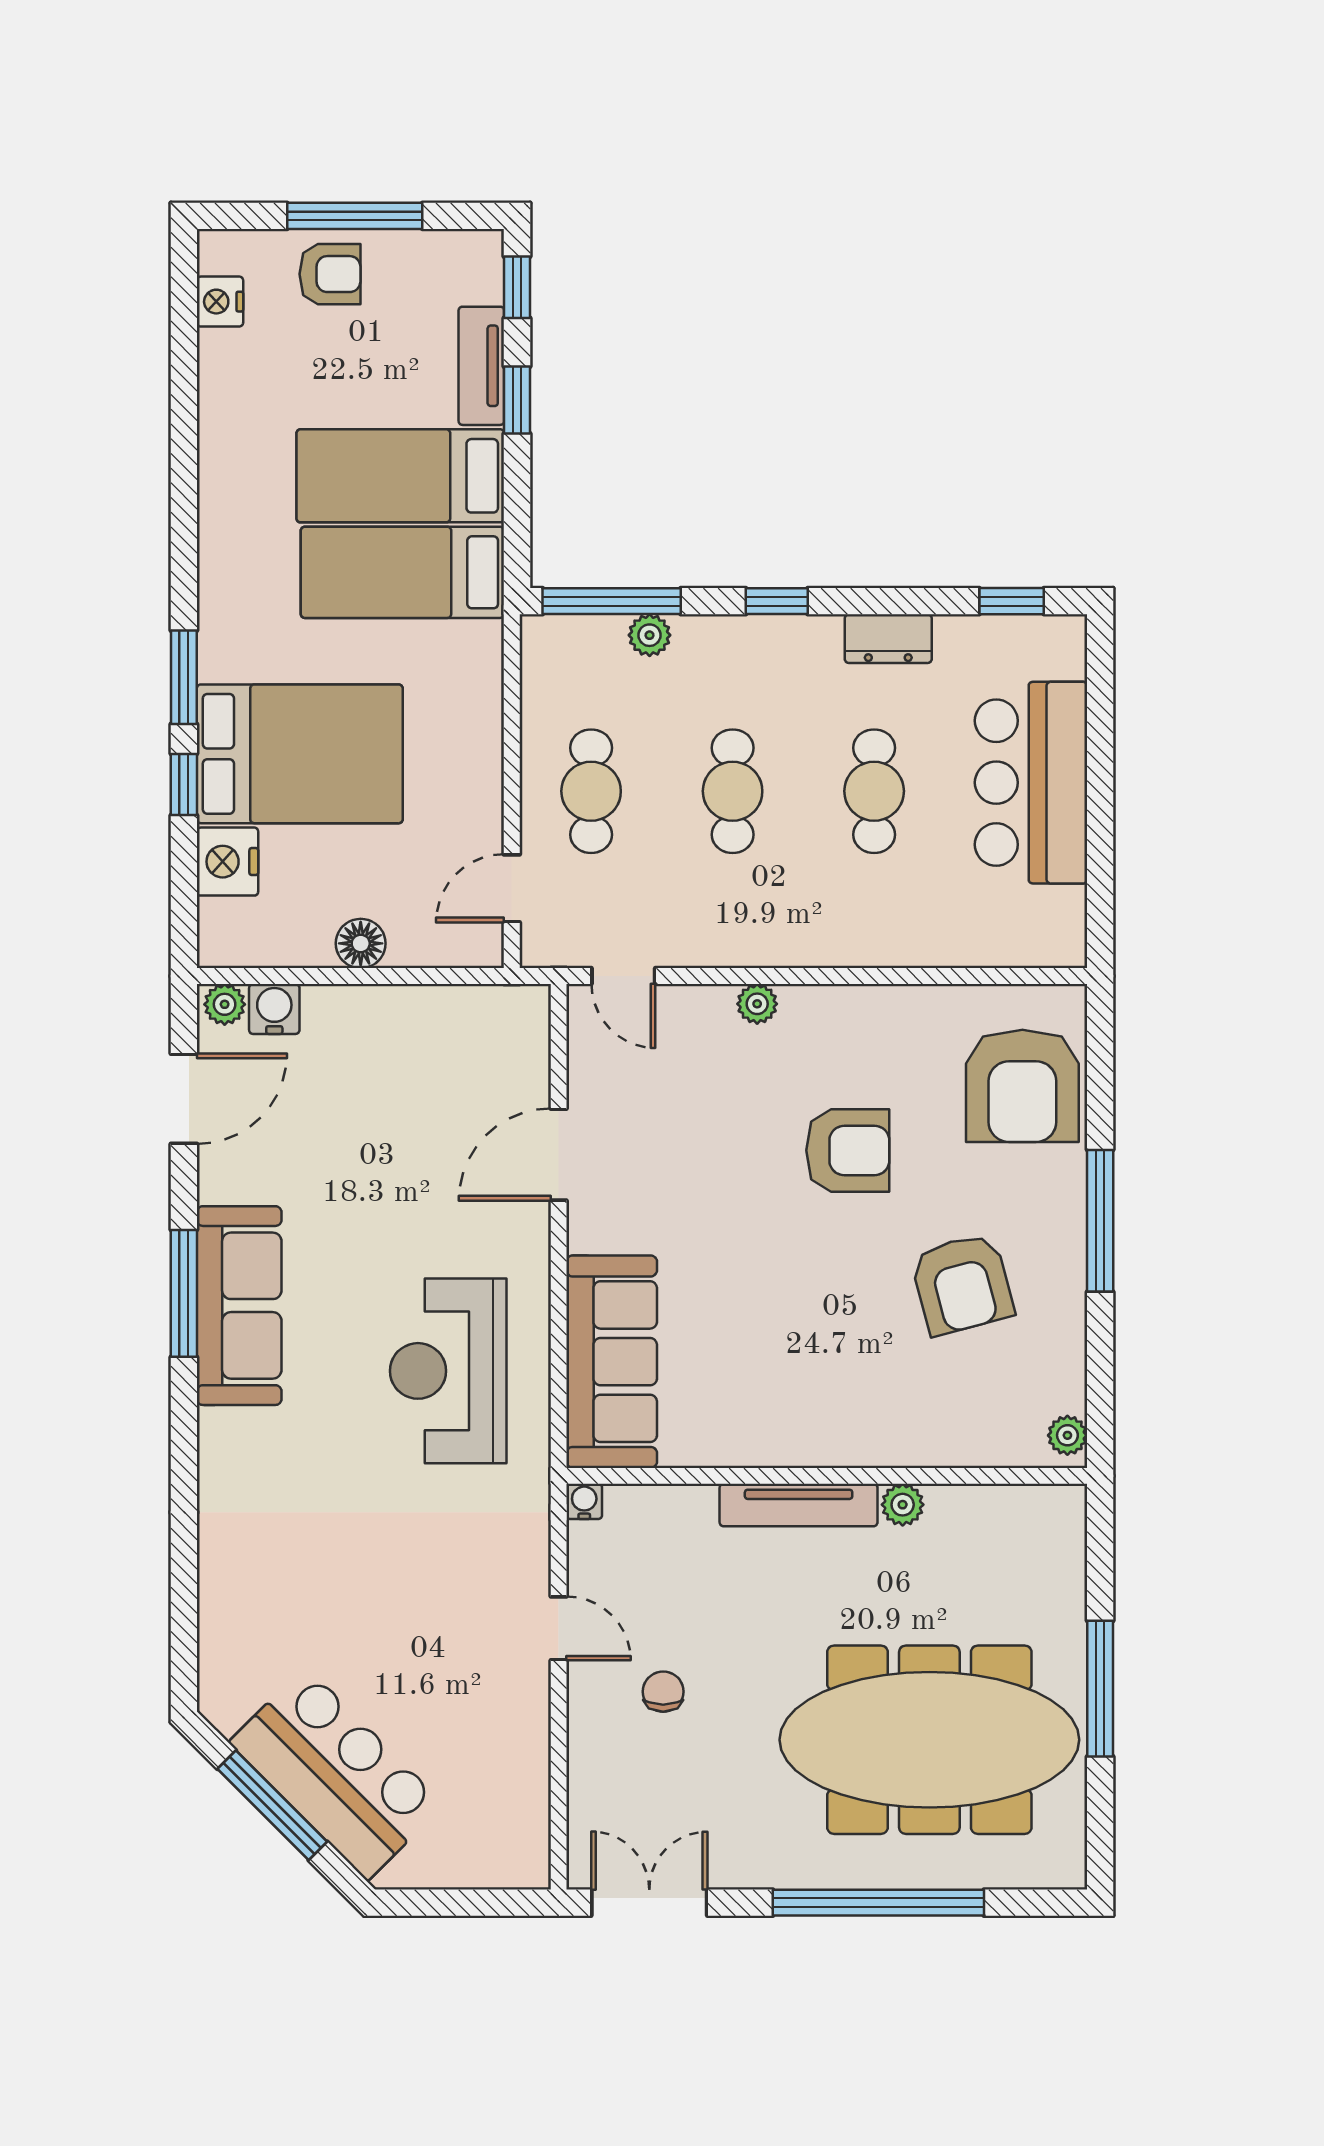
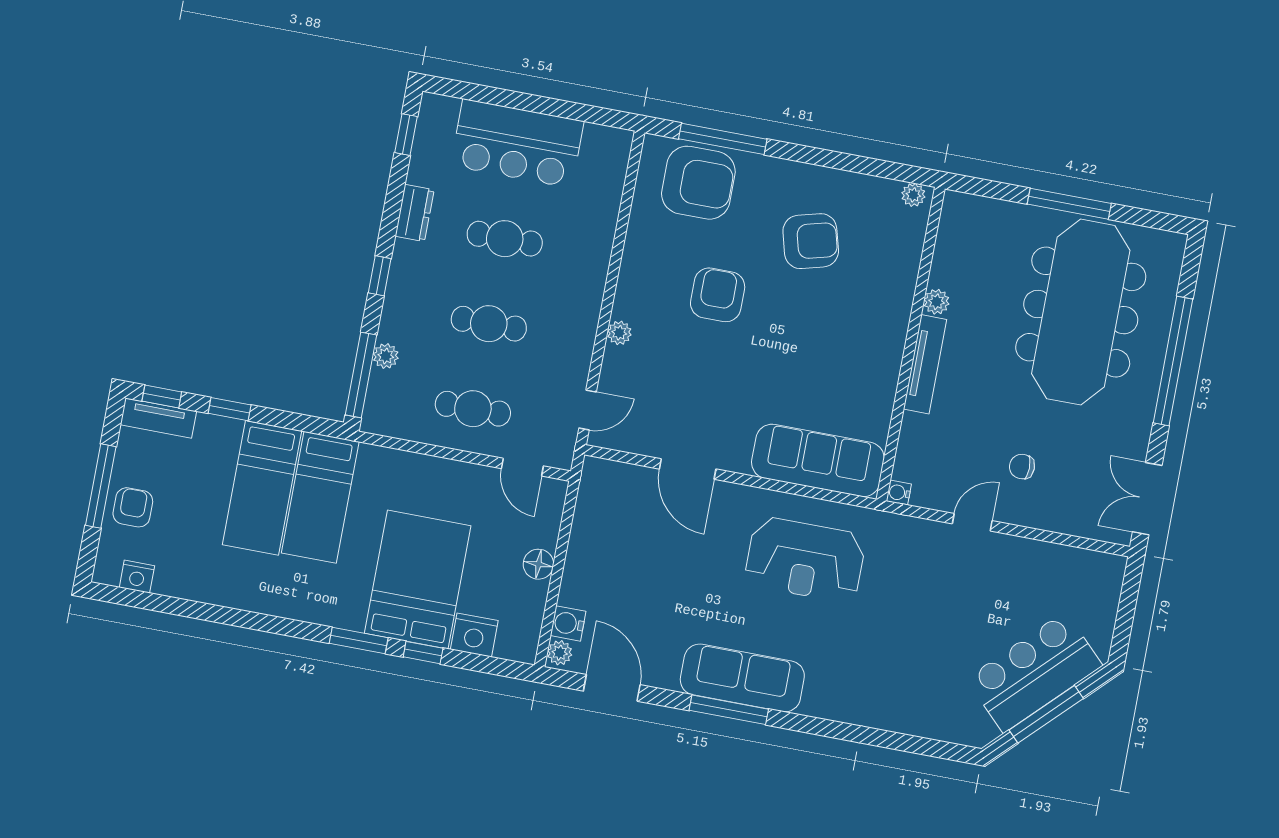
tv unit: (481, 366) -> (158, 418), moved
window: (1100, 1221) -> (723, 139), moved

